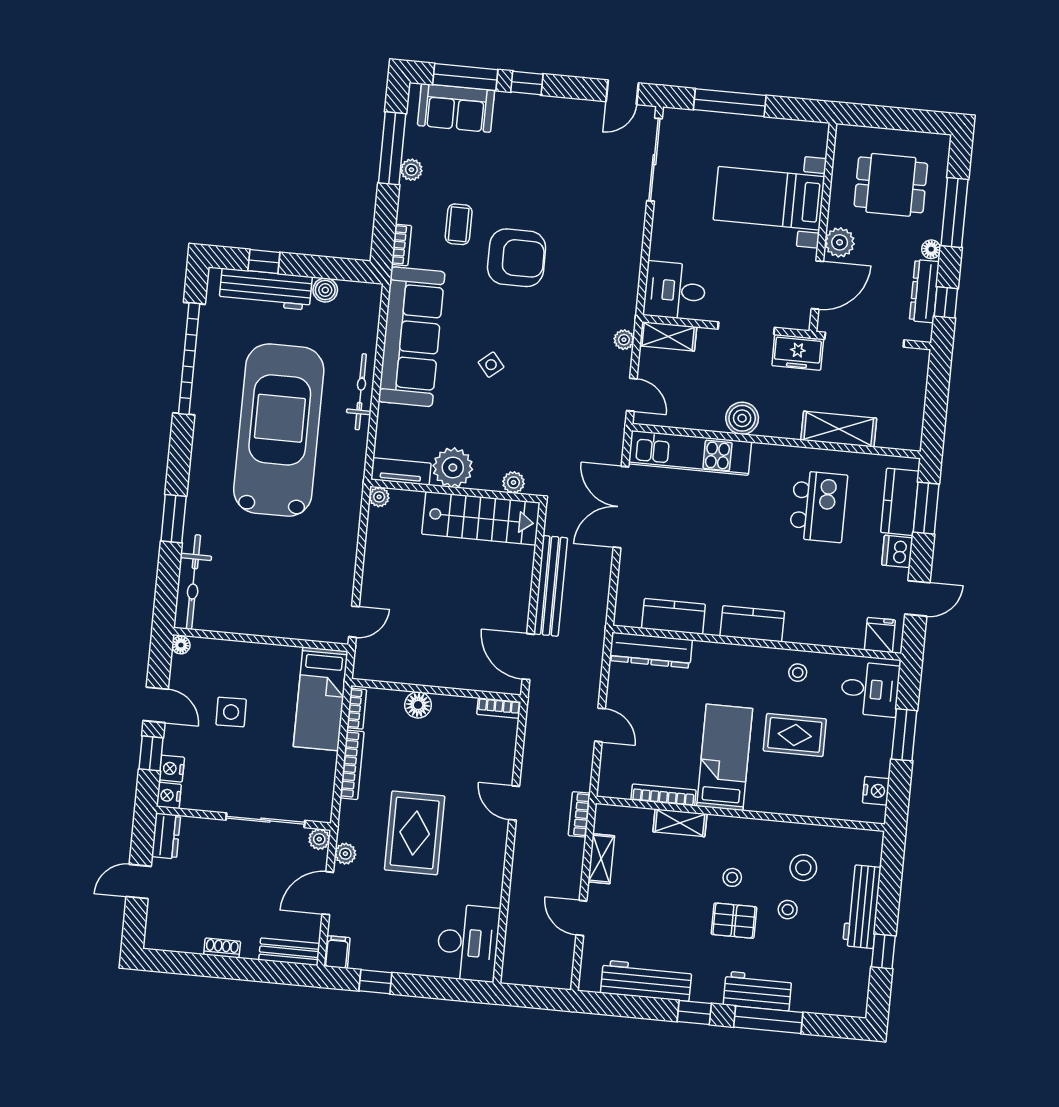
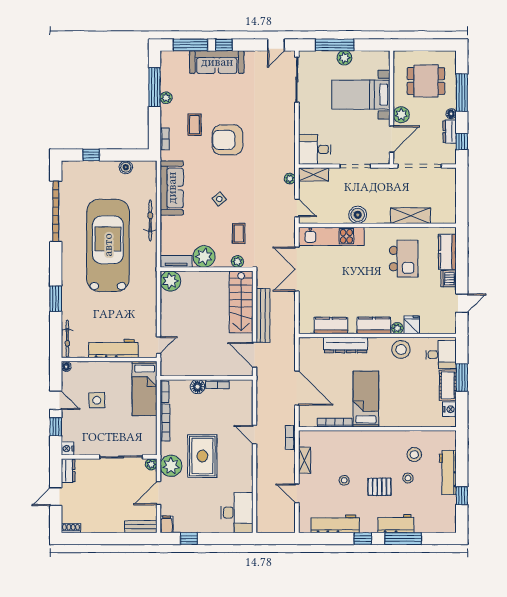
sofa: (456, 108) -> (217, 62), moved, width x1.36
plant: (745, 128) -> (344, 58), added
armchair: (517, 258) -> (227, 140), turned 180
workbench: (266, 289) -> (113, 349), moved, turned 180
dresser: (924, 291) -> (450, 132), width x0.70
sofa: (412, 337) -> (172, 188), width x0.74, depth x0.79
freezer: (798, 352) -> (384, 176), removed
coffee table: (520, 432) -> (239, 234), added
plant: (379, 497) -> (170, 281), width x1.87, depth x1.87
window: (926, 508) -> (462, 254), removed
stairs: (481, 518) -> (241, 302), moved, turned 90
bicycle: (193, 582) -> (67, 339), width x0.73, depth x0.71
plant: (795, 633) -> (397, 328), added
fridge: (880, 635) -> (412, 325), moved
dresser: (651, 650) -> (346, 345), moved
stool: (798, 673) -> (401, 349), width x1.89, depth x1.89
bookcase: (499, 708) -> (217, 384), moved
door: (600, 725) -> (297, 388), width x1.88
rug: (795, 735) -> (403, 383), removed
cot: (877, 747) -> (448, 385), added
nightstand: (172, 769) -> (68, 434), removed
shelving: (680, 823) -> (345, 437), removed
plant: (345, 854) -> (171, 466), width x1.87, depth x1.87
stool: (732, 877) -> (344, 480), moved
shoe rack: (222, 948) -> (71, 528), moved

